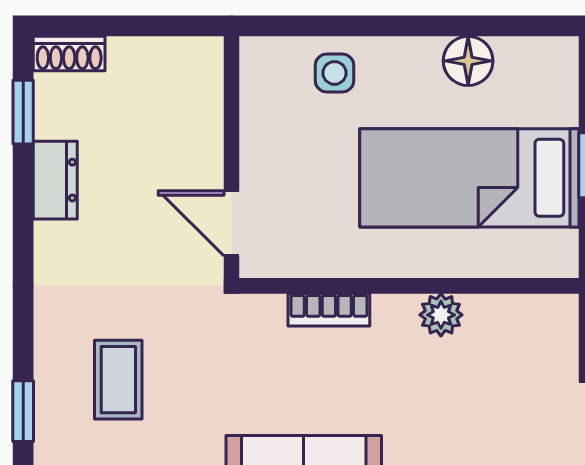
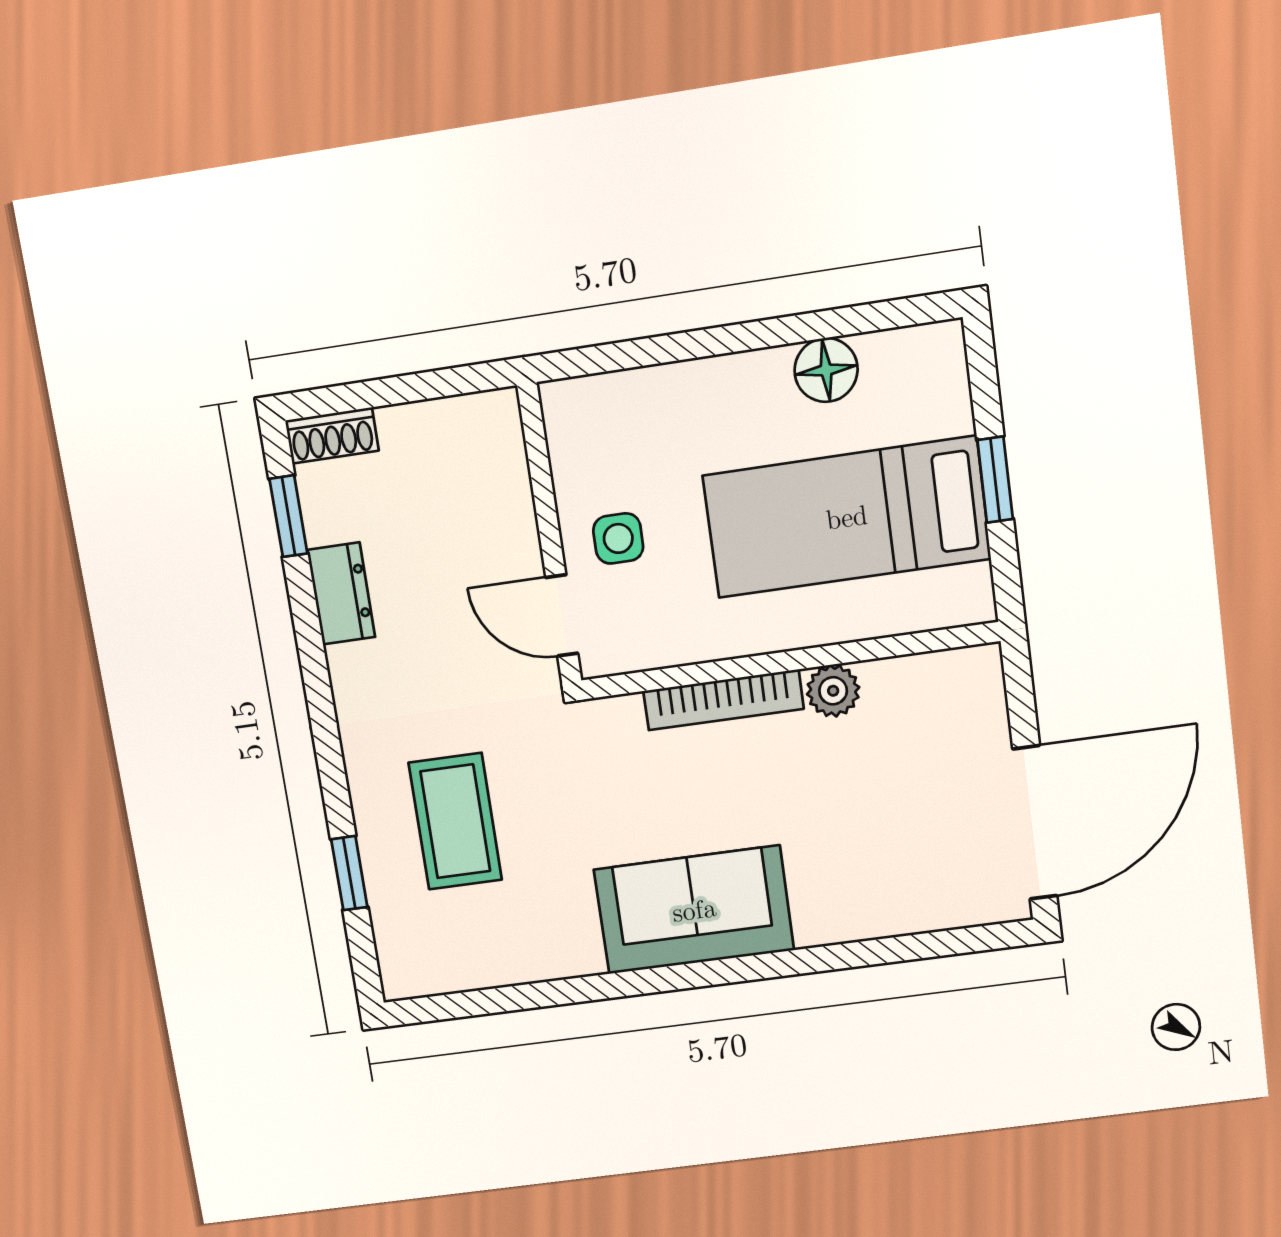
side table: (335, 73) -> (618, 538), moved
bookcase: (329, 310) -> (723, 700), width x1.56
coffee table: (118, 380) -> (455, 821), width x1.36, depth x1.30

